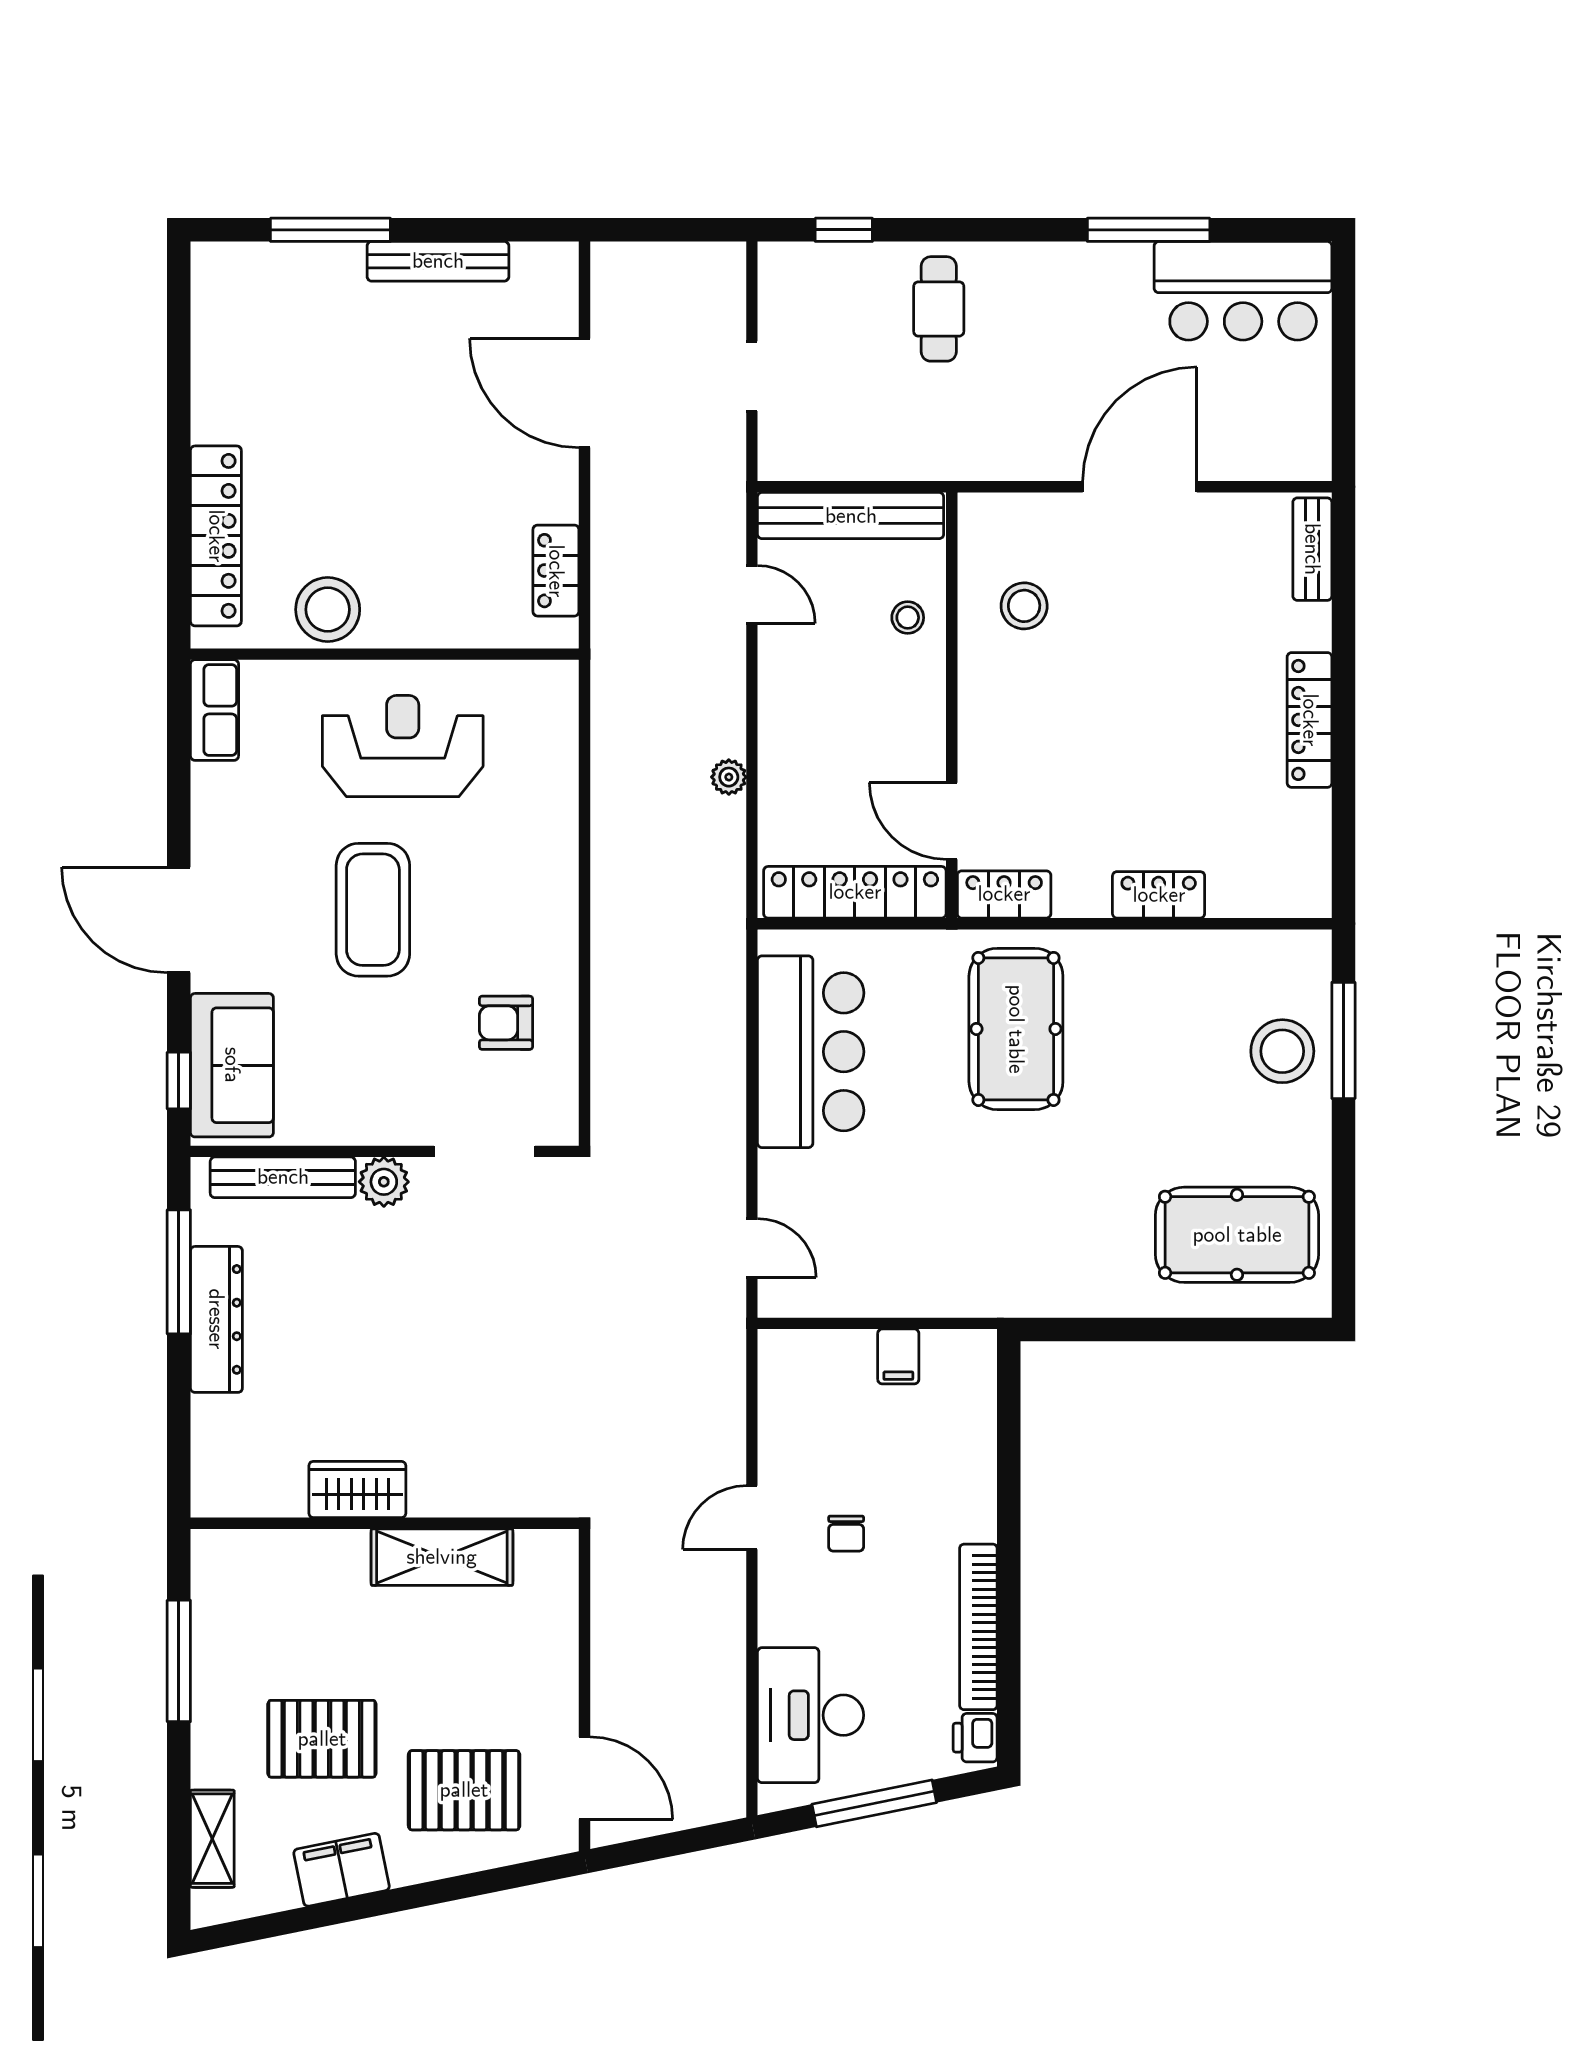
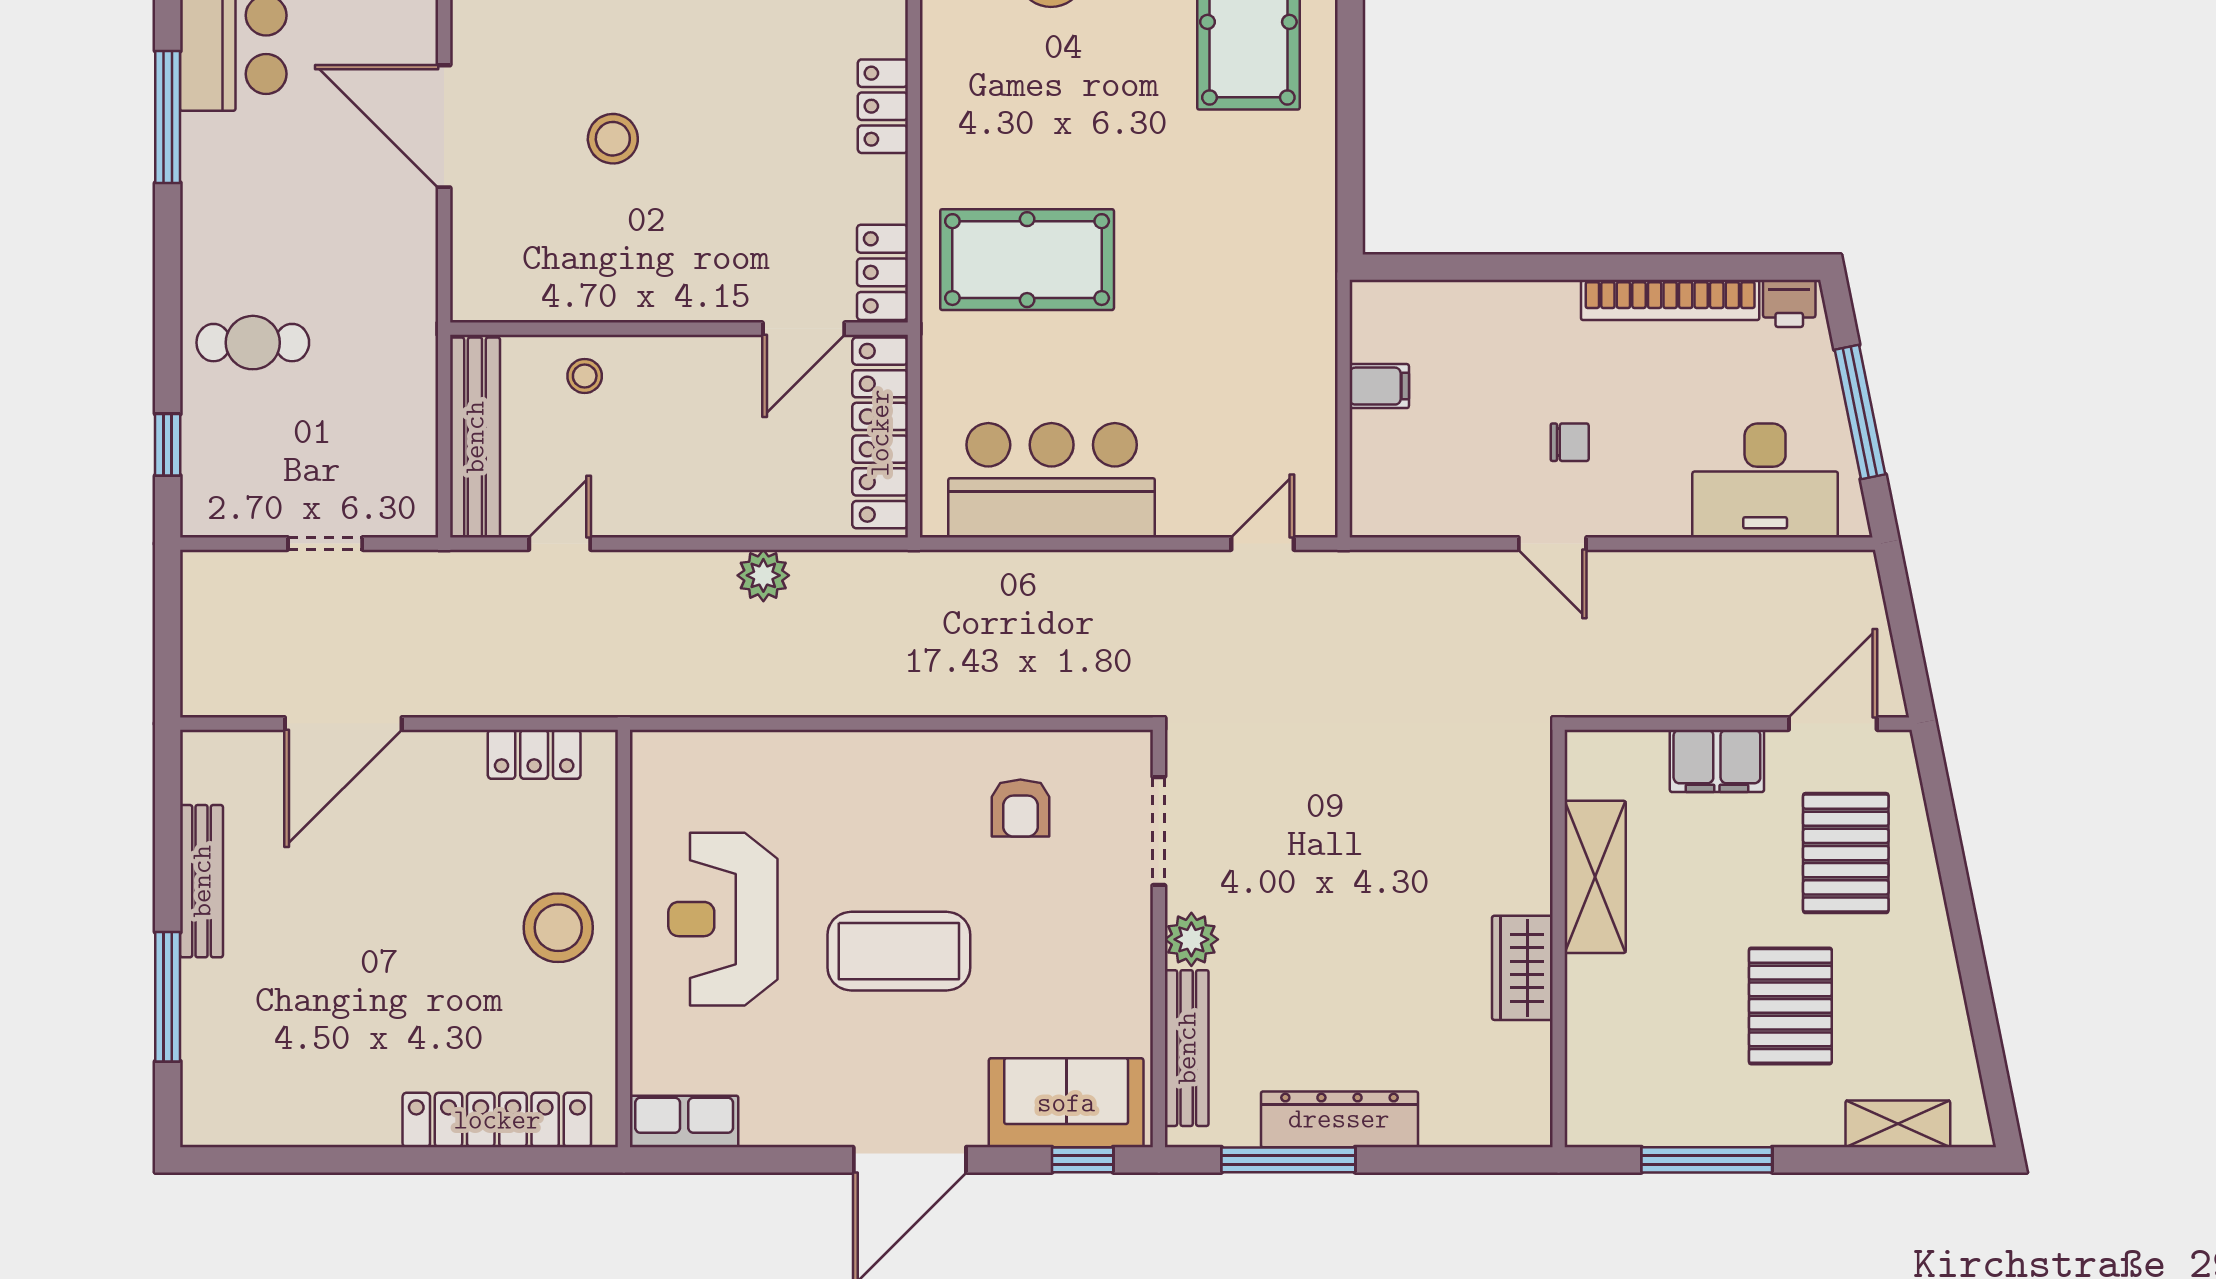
stool: (1024, 606) -> (613, 139), moved
stool: (328, 610) -> (558, 928), moved
plant: (729, 777) -> (763, 575), width x1.38, depth x1.38
filing cabinet: (342, 1870) -> (1717, 761), moved, turned -79

